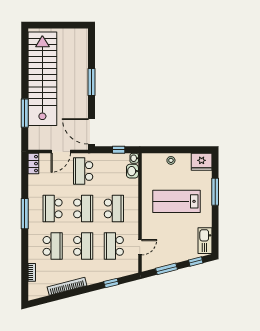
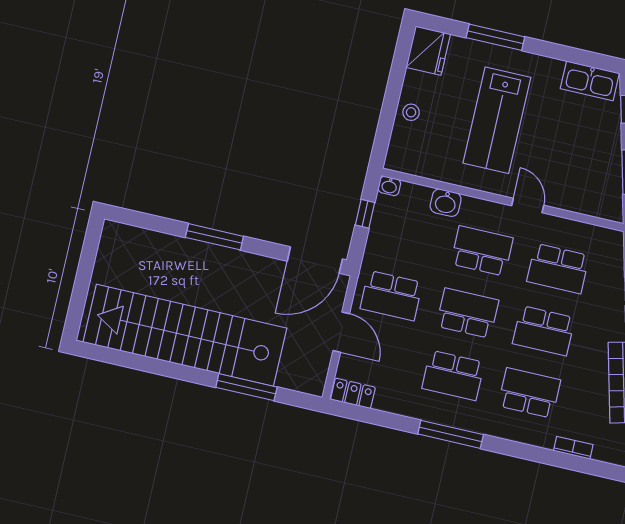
washbasin: (132, 171) -> (446, 203), moved
school desk: (83, 246) -> (544, 331), turned 180
door: (140, 247) -> (528, 205), moved

